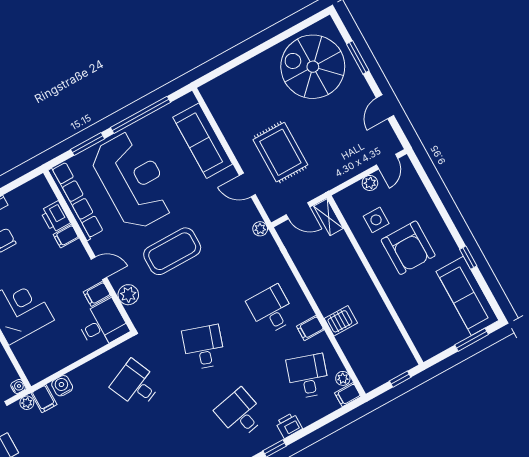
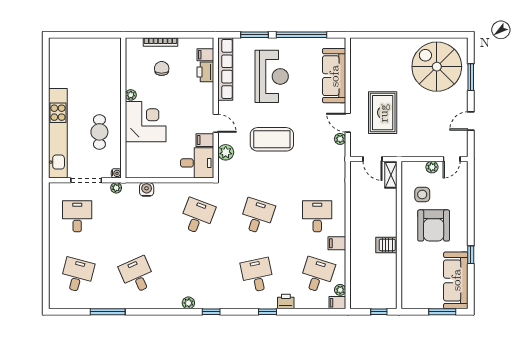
reception desk: (133, 180) -> (272, 76), width x0.74, depth x0.77
plant: (260, 229) -> (340, 139), moved
filing cabinet: (66, 236) -> (205, 55), moved
server rack: (341, 321) -> (386, 245), moved, turned 180
desk: (136, 385) -> (197, 216), turned 45
filing cabinet: (44, 399) -> (129, 191), removed

